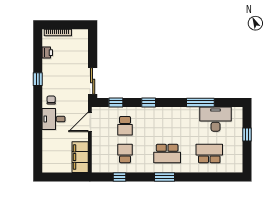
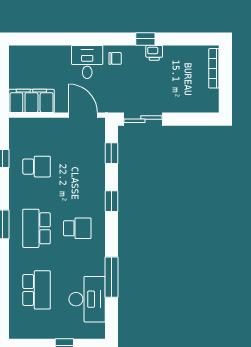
printer: (47, 53) -> (154, 53), moved
school desk: (125, 126) -> (77, 228), moved, turned 180

